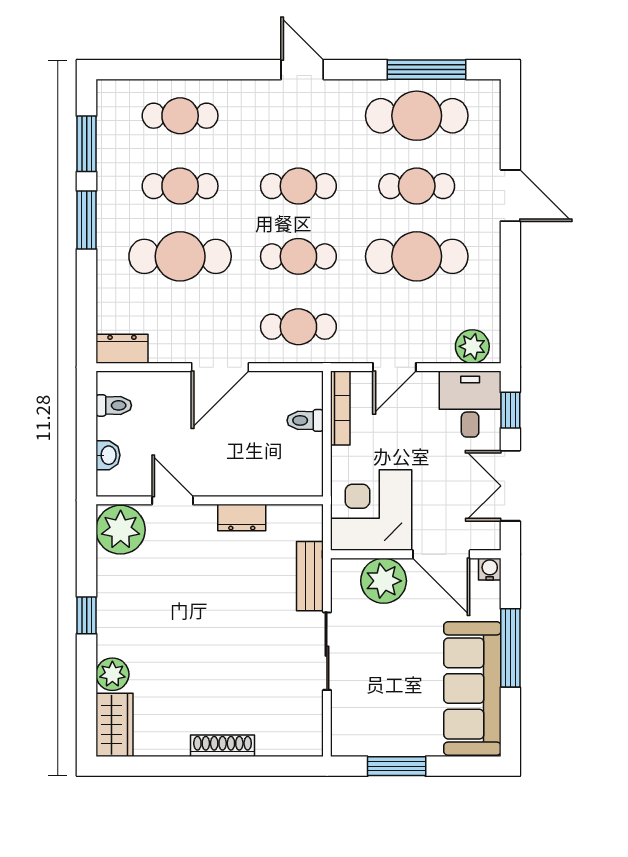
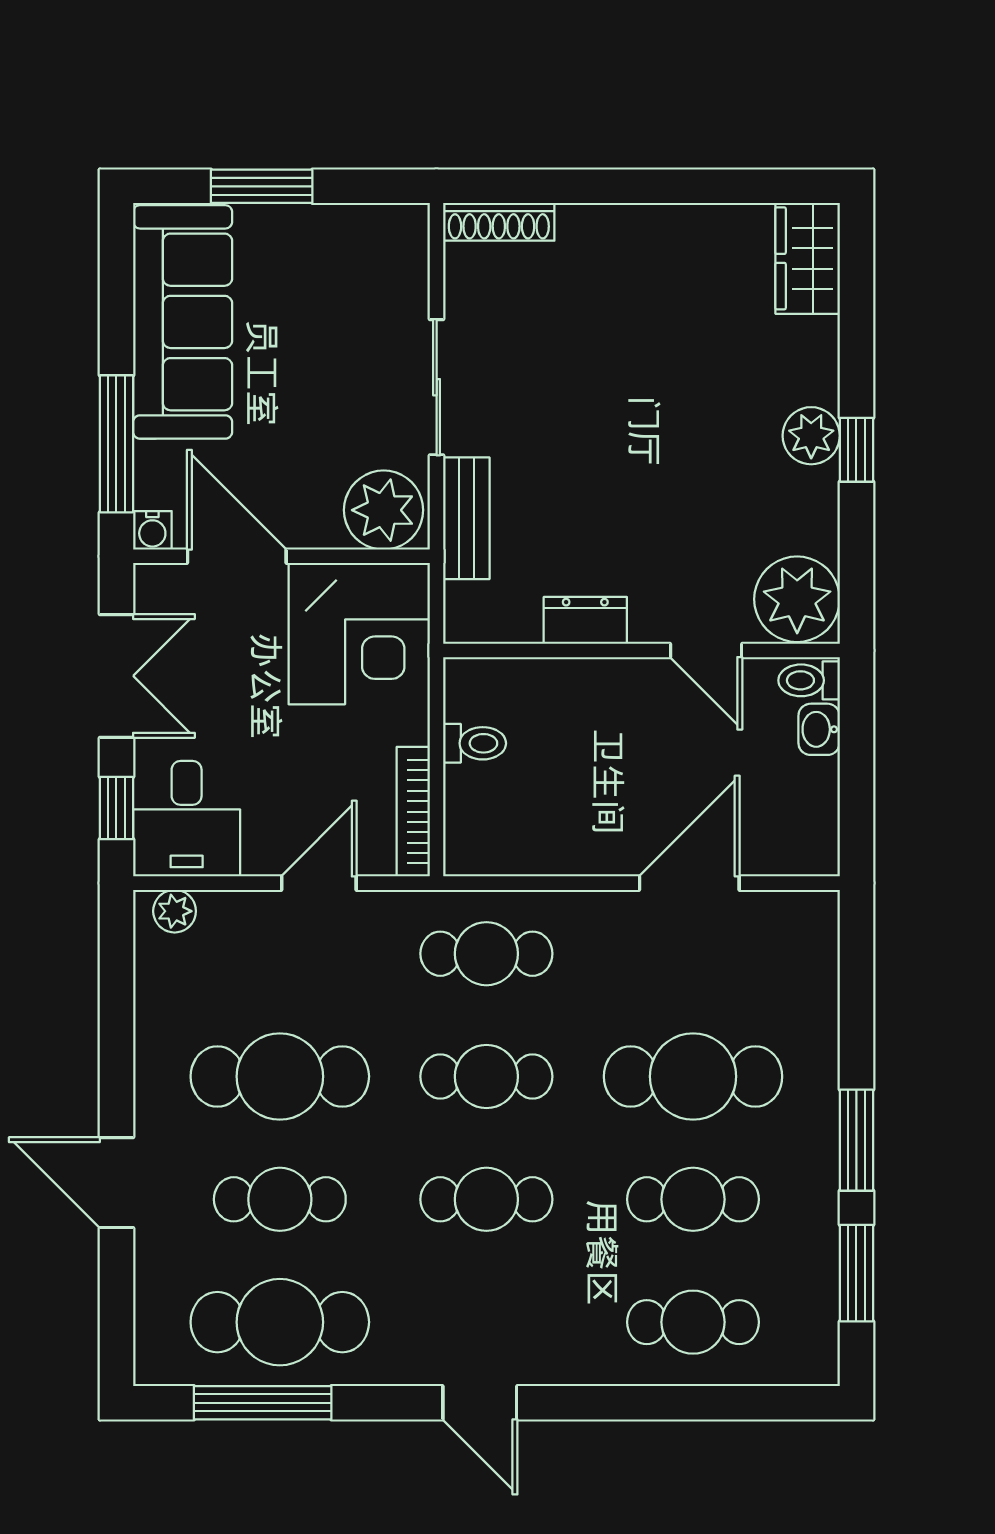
plant: (472, 346) -> (175, 911), width x0.73, depth x0.73
dresser: (122, 349) -> (795, 915), removed
door: (220, 367) -> (689, 883), moved
toilet: (114, 405) -> (809, 680), moved
toilet: (305, 420) -> (475, 743), moved
plant: (384, 581) -> (384, 510), moved
window: (510, 648) -> (116, 444), moved
plant: (112, 674) -> (811, 436), moved
shoe rack: (223, 746) -> (499, 222), moved
window: (397, 766) -> (262, 186), moved

